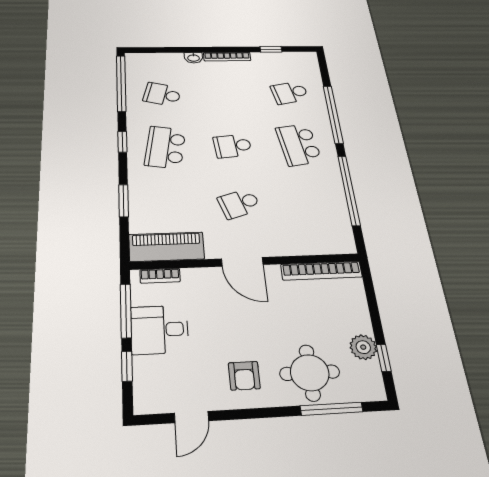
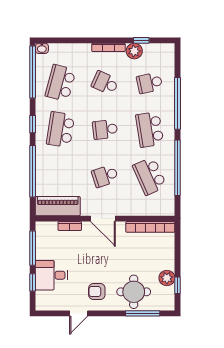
washbasin: (193, 58) -> (42, 48), moved
plant: (263, 60) -> (134, 51), added
school desk: (162, 94) -> (60, 83), width x1.85
school desk: (227, 94) -> (105, 83), added
window: (124, 201) -> (33, 171), width x2.11
school desk: (308, 202) -> (150, 176), added
bookcase: (160, 276) -> (70, 226), moved
desk: (160, 330) -> (51, 275), moved
armchair: (244, 376) -> (97, 291), turned 90
door: (192, 417) -> (79, 313), moved

